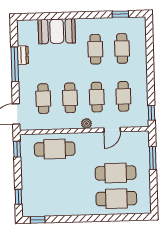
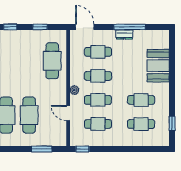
dresser: (23, 55) -> (124, 34), moved
window: (17, 149) -> (40, 27), moved

